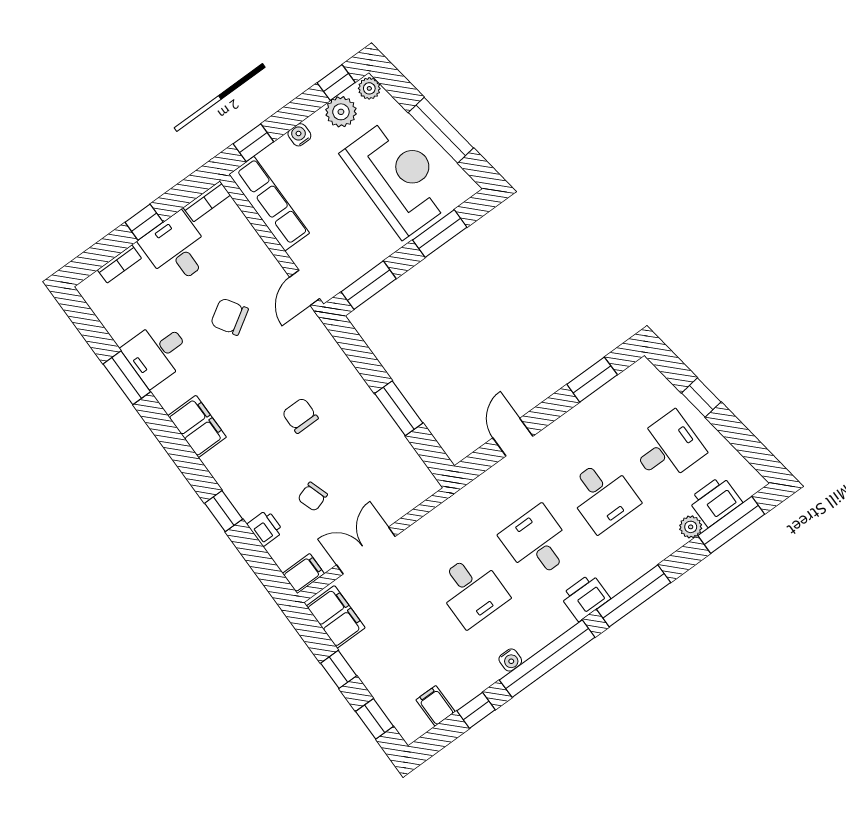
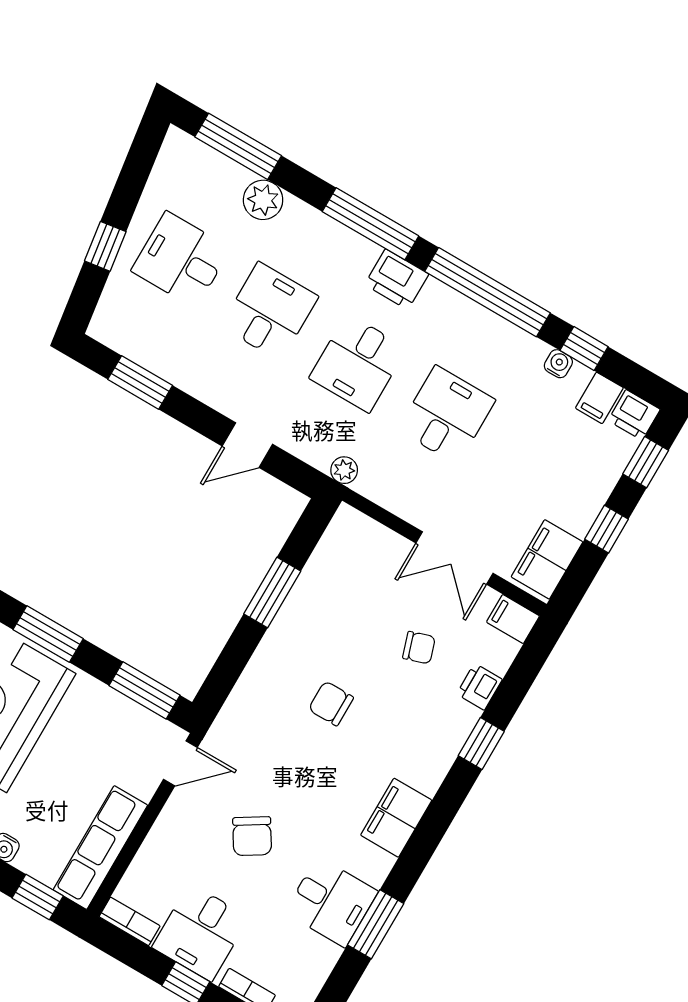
chair: (300, 416) -> (331, 703), turned 90
plant: (464, 499) -> (344, 470), added
printer: (715, 501) -> (634, 415), moved, width x0.73, depth x0.81
plant: (691, 527) -> (263, 200), width x1.38, depth x1.38
water cooler: (510, 660) -> (558, 364), moved

